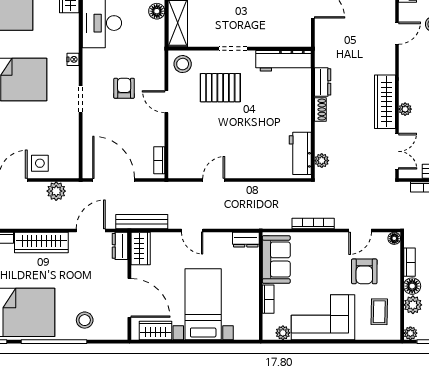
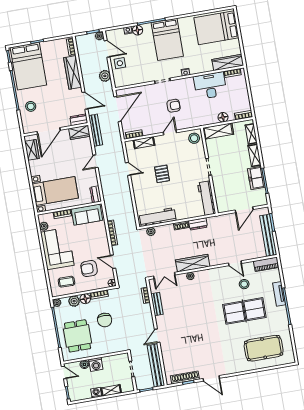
pallet: (220, 88) -> (162, 174), moved, width x0.67, depth x0.71
shelving: (176, 147) -> (144, 143), added
workbench: (300, 153) -> (158, 217), width x1.38
bed with nightstands: (203, 304) -> (55, 191), moved

